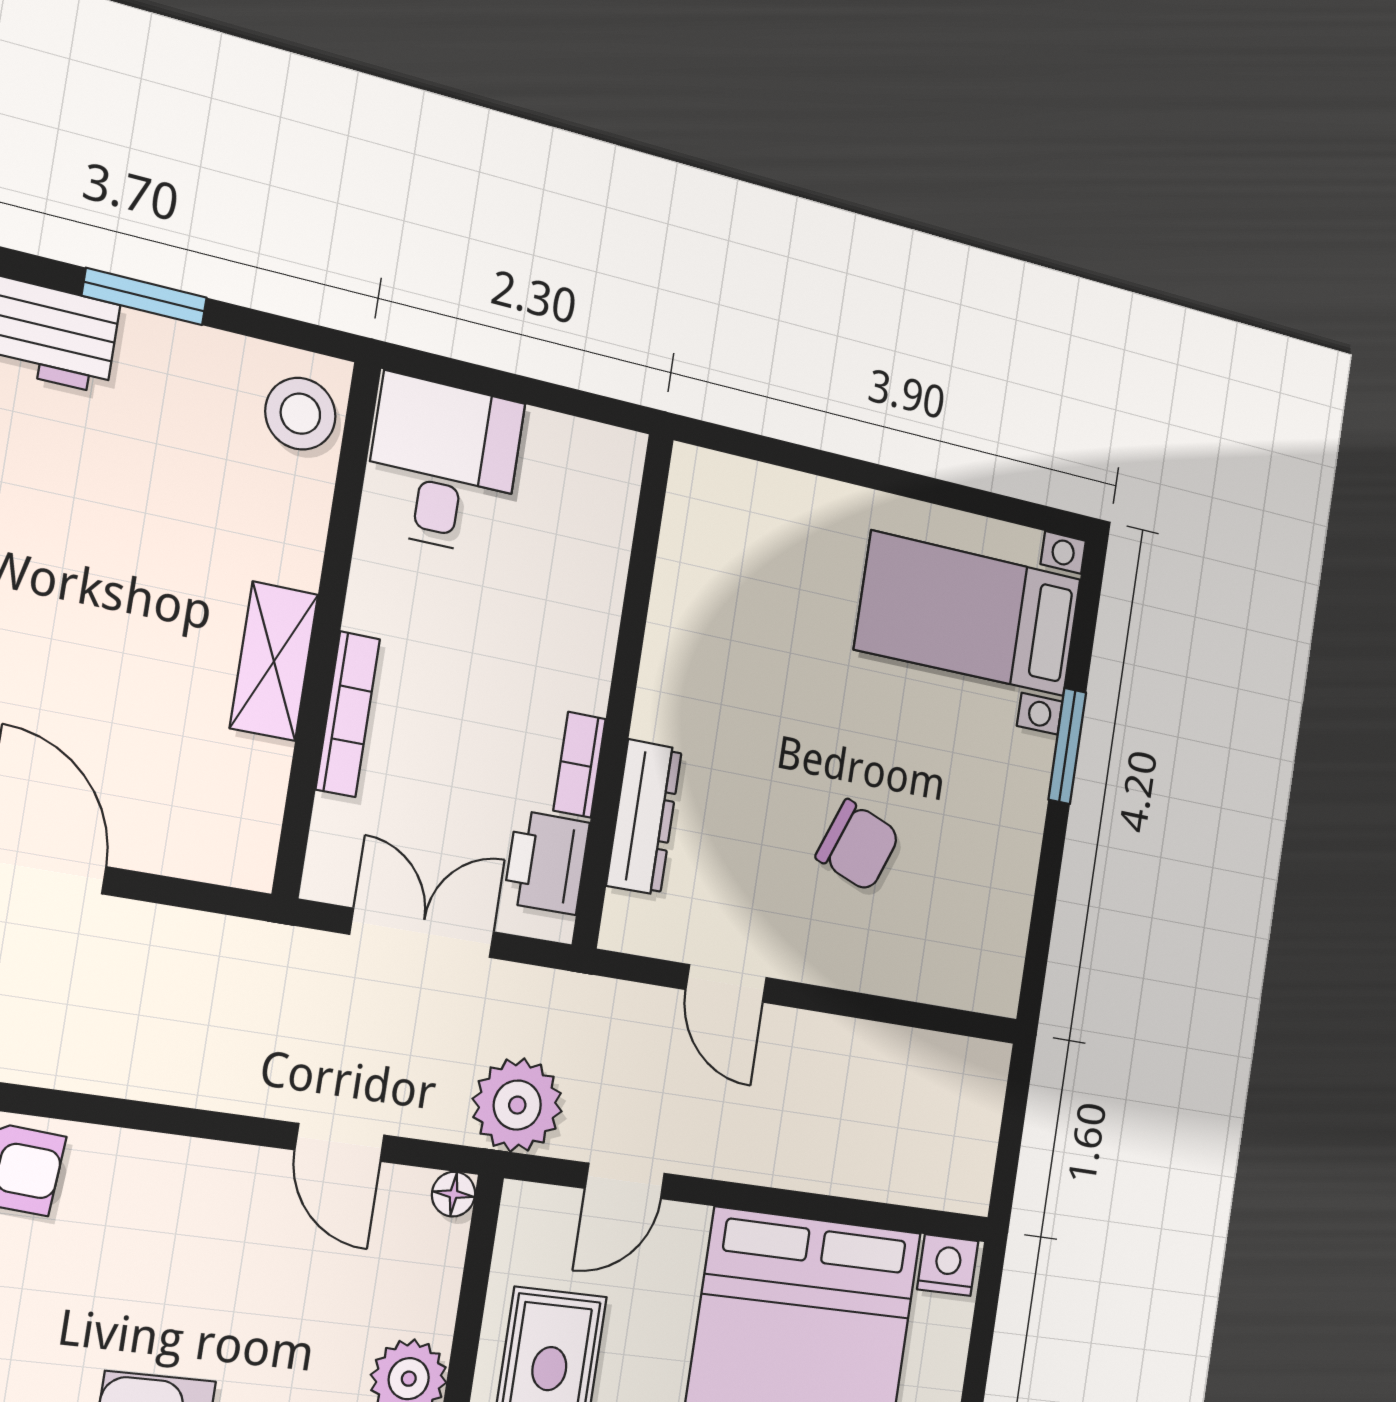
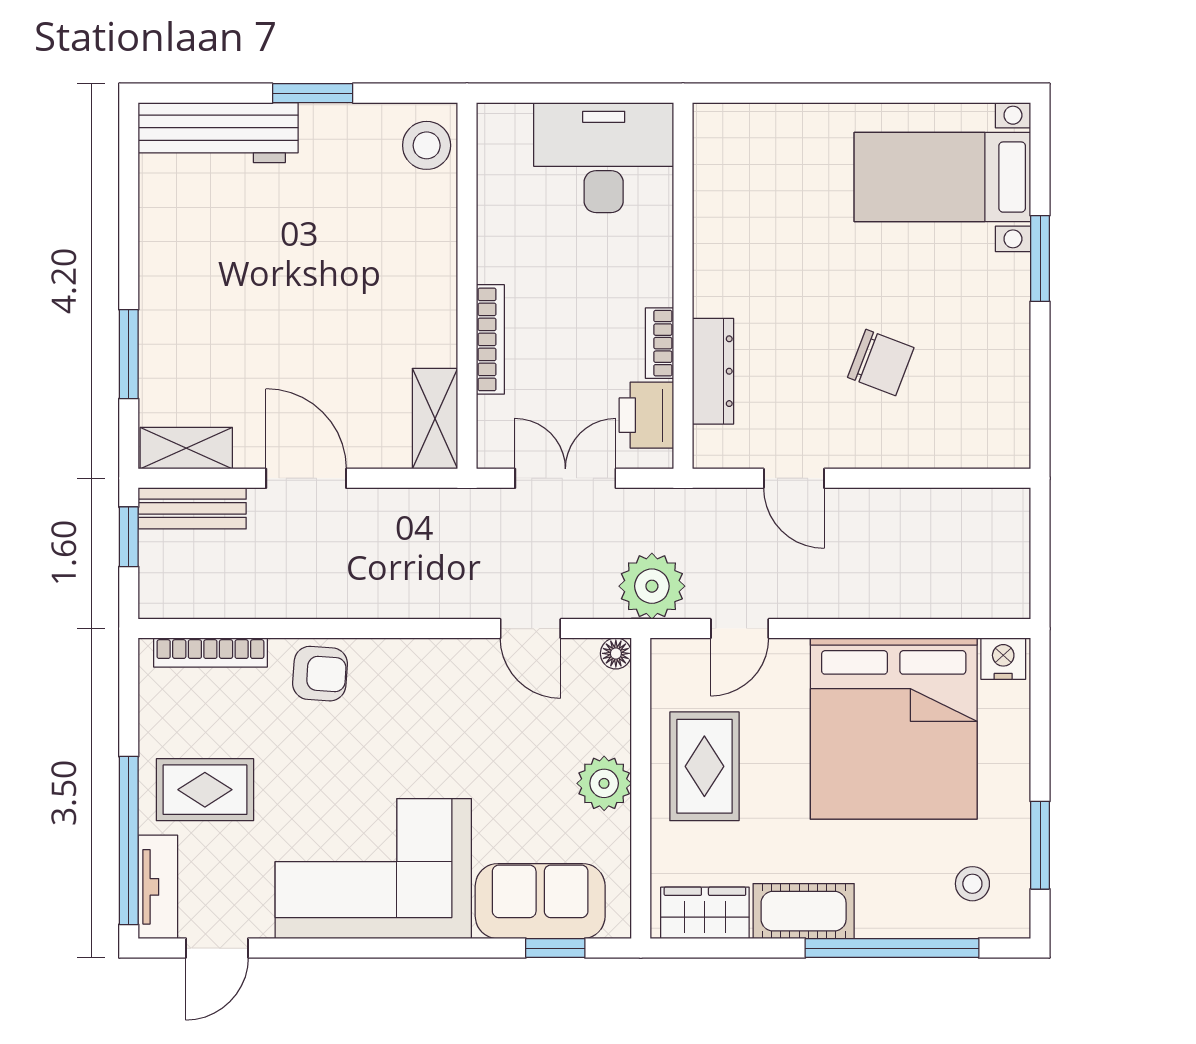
desk: (443, 465) -> (604, 158), moved, width x1.37
shelving: (274, 661) -> (435, 419), moved

